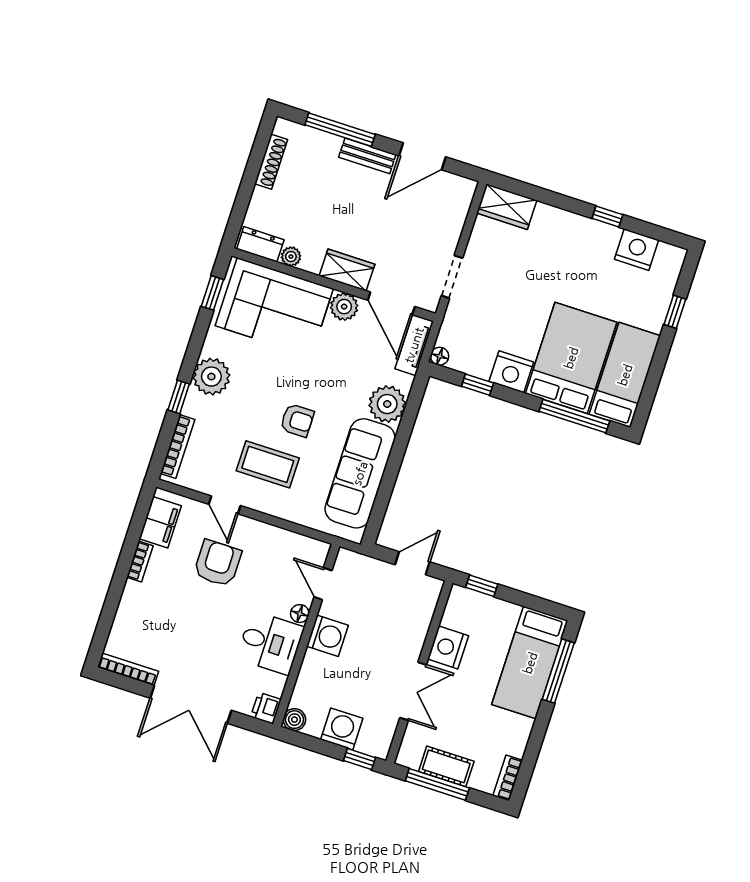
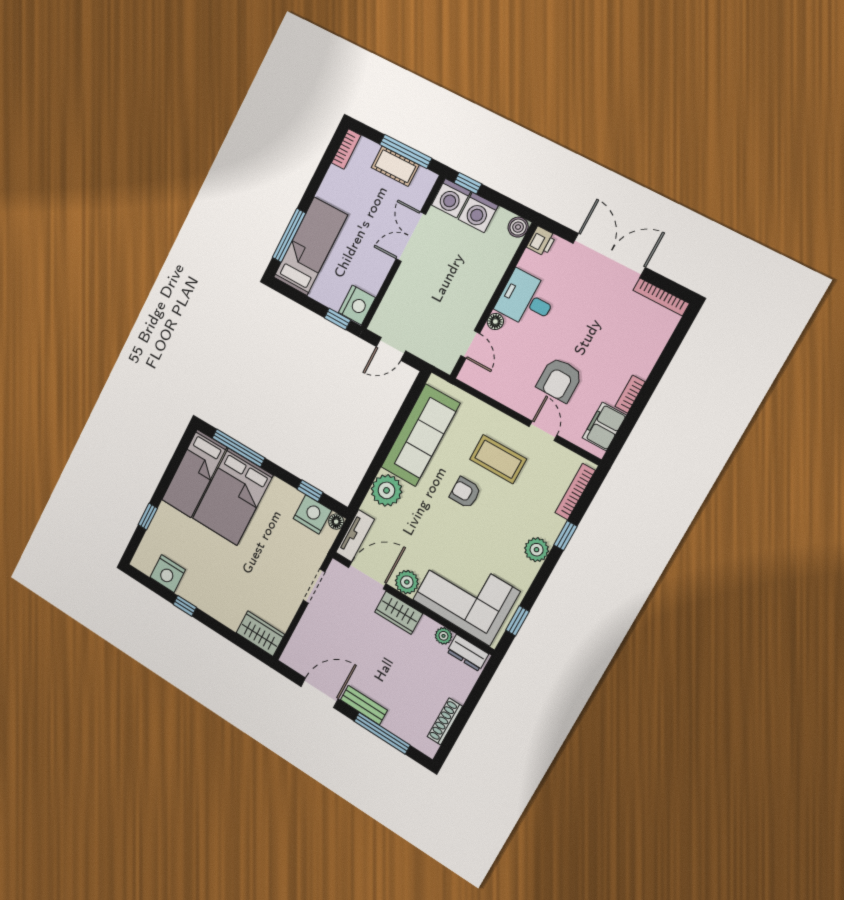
door: (391, 303) -> (367, 576), hinge flipped
nightstand: (511, 372) -> (312, 514), moved
plant: (211, 377) -> (537, 550), width x0.73, depth x0.73
washing machine: (327, 636) -> (451, 198), moved, turned -90
nightstand: (448, 647) -> (357, 305), moved

